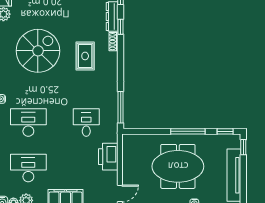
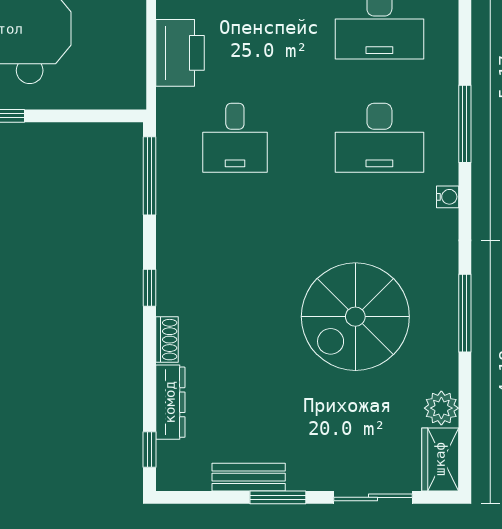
window: (121, 27) -> (150, 288), moved
rug: (85, 56) -> (238, 304), removed

